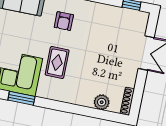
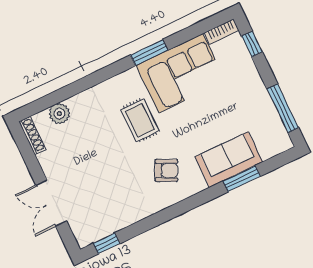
armchair: (64, 21) -> (166, 170), turned 116

